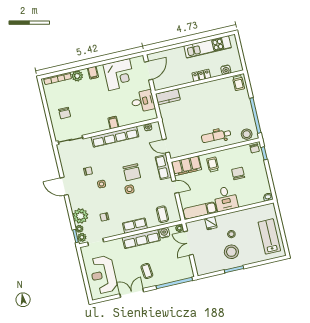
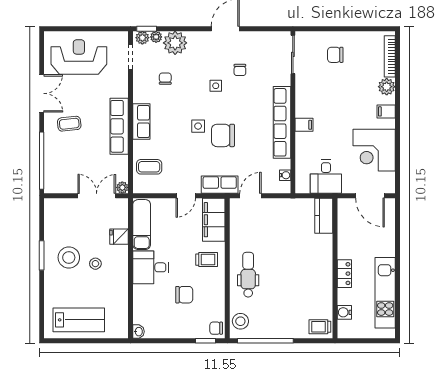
water cooler: (164, 233) -> (121, 163), removed

